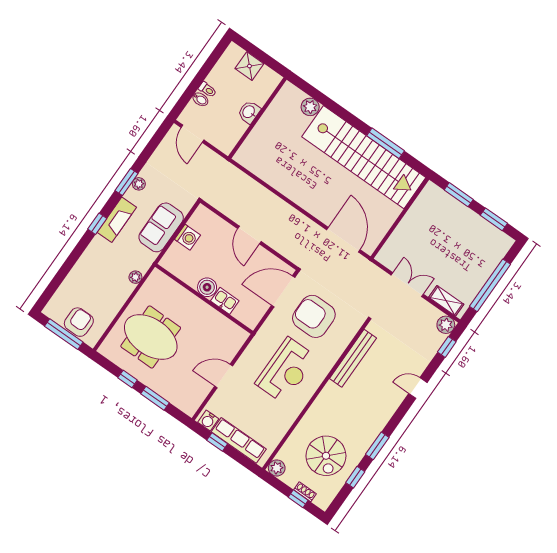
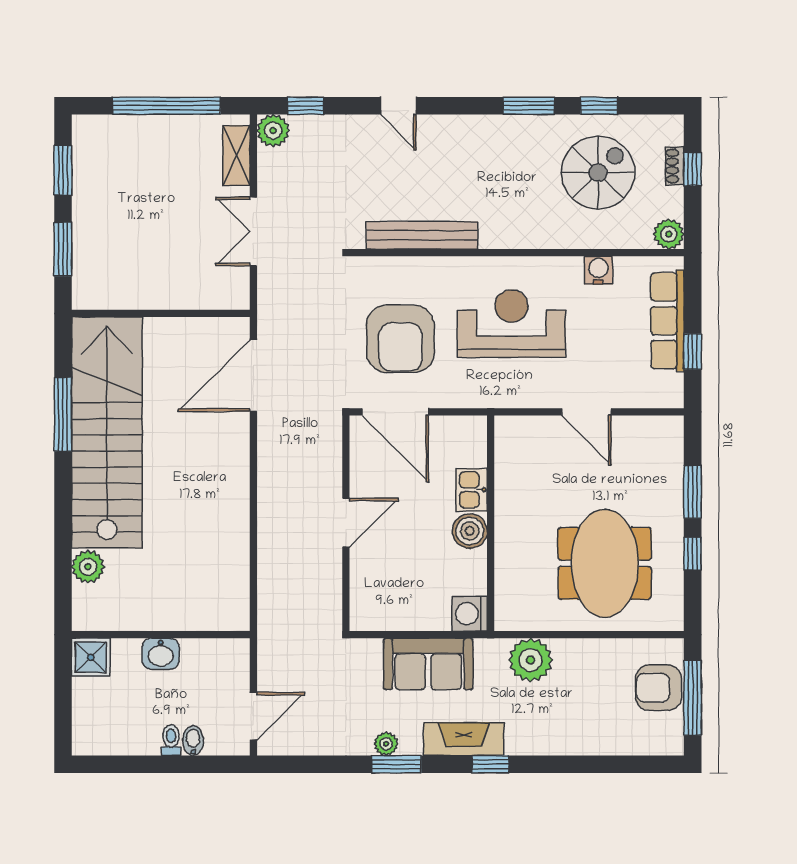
shower: (249, 66) -> (91, 657), moved
washing machine: (187, 237) -> (470, 614), moved, turned -90
plant: (135, 277) -> (531, 660), width x1.88, depth x1.88
water cooler: (208, 421) -> (598, 270), moved, turned -90

